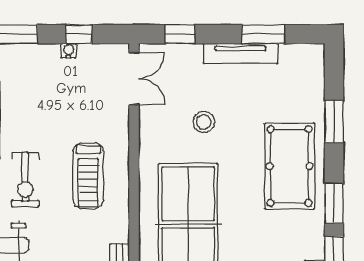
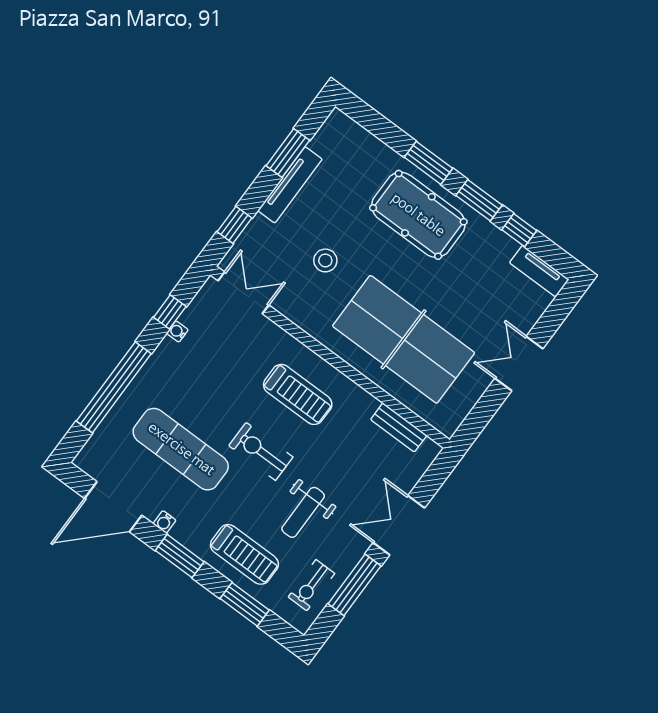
window: (334, 122) -> (429, 163), moved
exercise bike: (25, 180) -> (261, 451), turned 180

